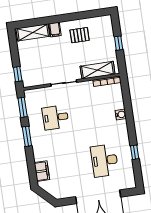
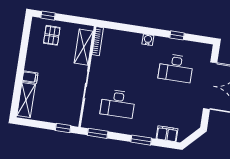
pallet: (80, 35) -> (52, 35), moved
window: (119, 43) -> (48, 16), moved
water cooler: (121, 115) -> (148, 40), moved
desk: (55, 117) -> (118, 104), width x1.37
window: (27, 136) -> (141, 140), moved

